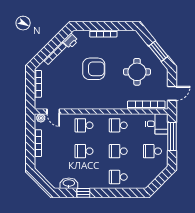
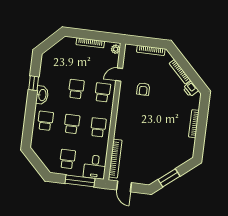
armchair: (94, 69) -> (143, 89), moved, width x0.53, depth x0.53
round table: (137, 72) -> (150, 153), removed
door: (53, 112) -> (119, 75), moved
washbasin: (69, 183) -> (42, 95), moved

